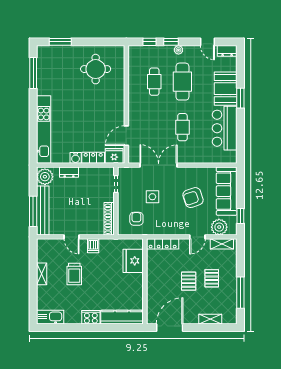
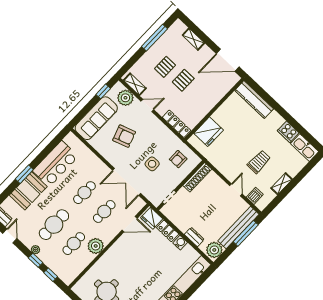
plant: (136, 95) -> (96, 246), added
cafe table: (154, 127) -> (104, 211), added
dishwasher: (93, 246) -> (255, 196), moved
cooker: (91, 317) -> (288, 132), moved

